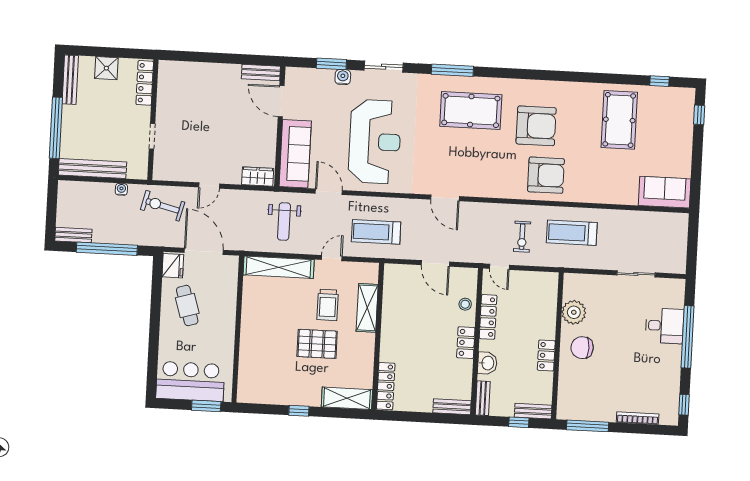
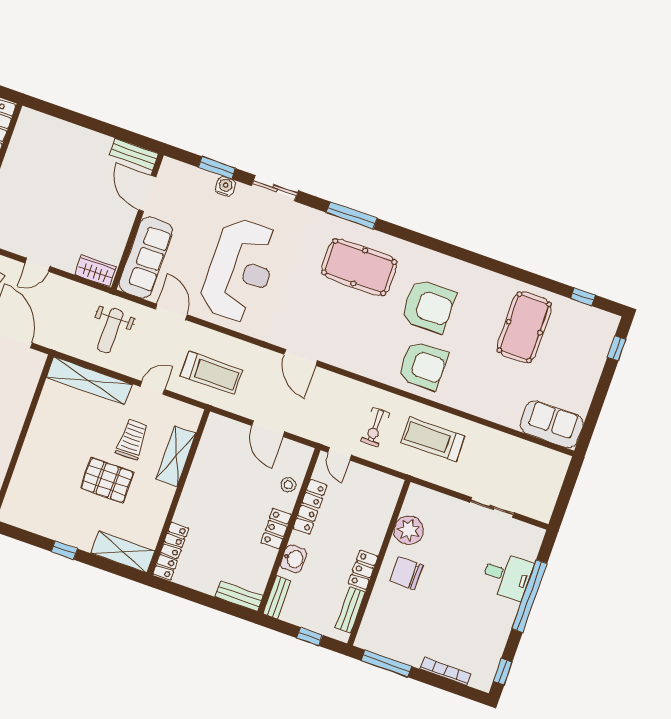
treadmill: (376, 232) -> (211, 373), turned 180
trolley: (328, 305) -> (132, 440), turned 180
bench: (533, 411) -> (350, 610), moved, turned 90

